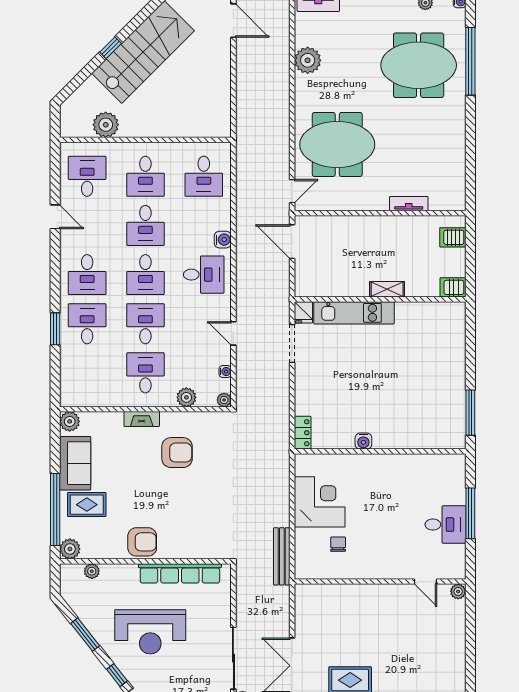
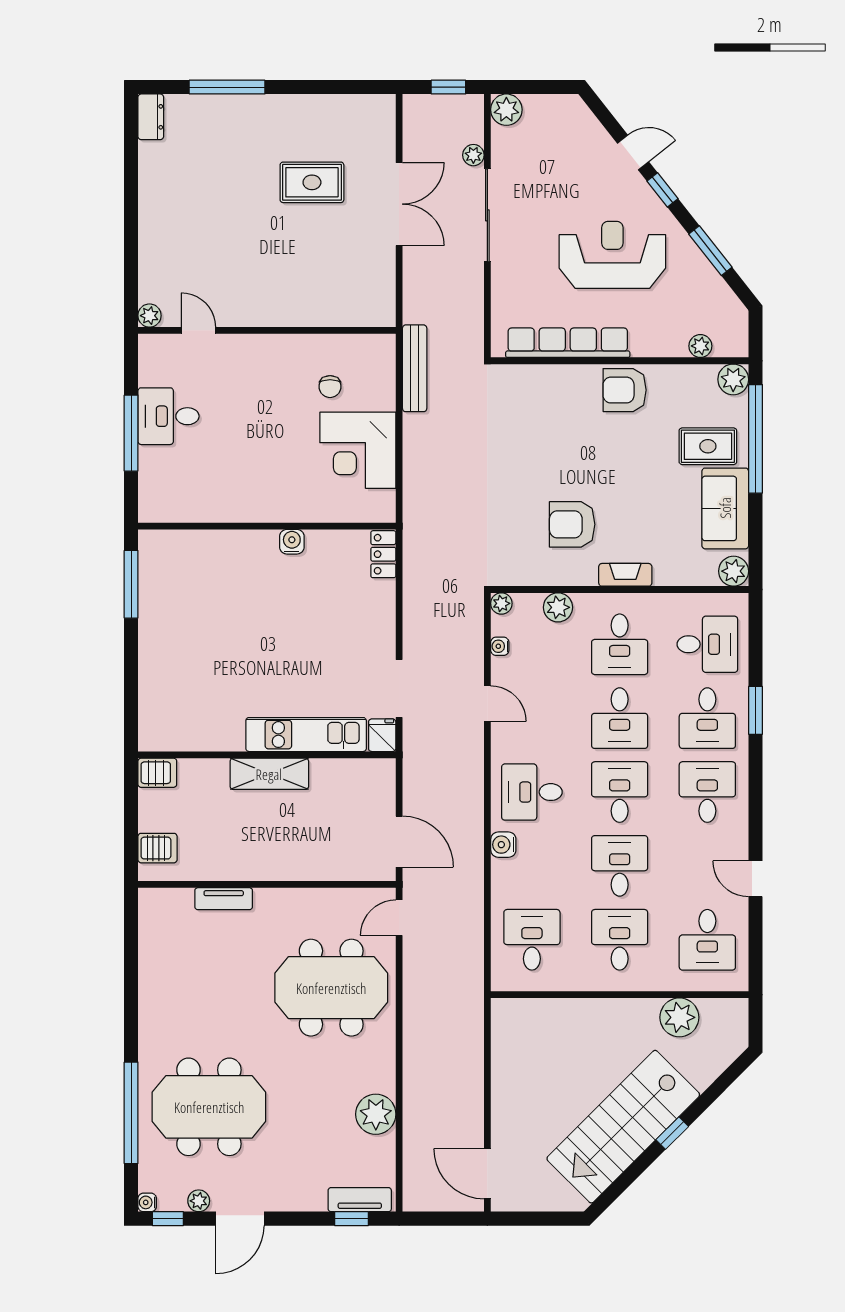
shelving: (387, 289) -> (269, 774), width x1.50, depth x1.33
desk: (87, 373) -> (707, 644), added

